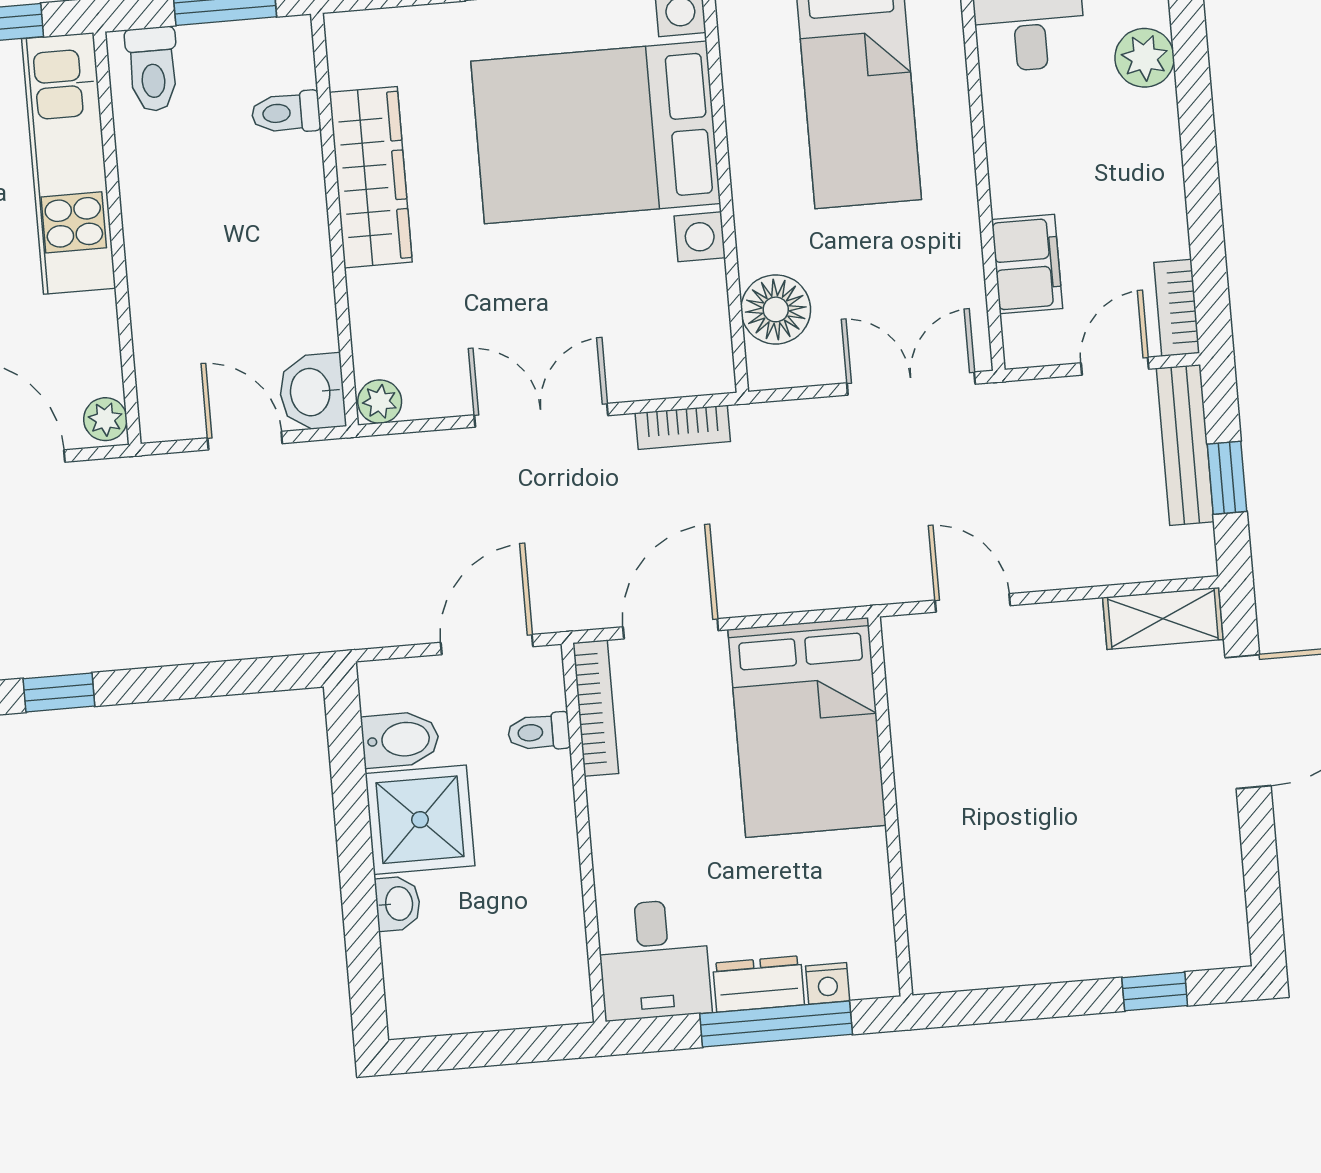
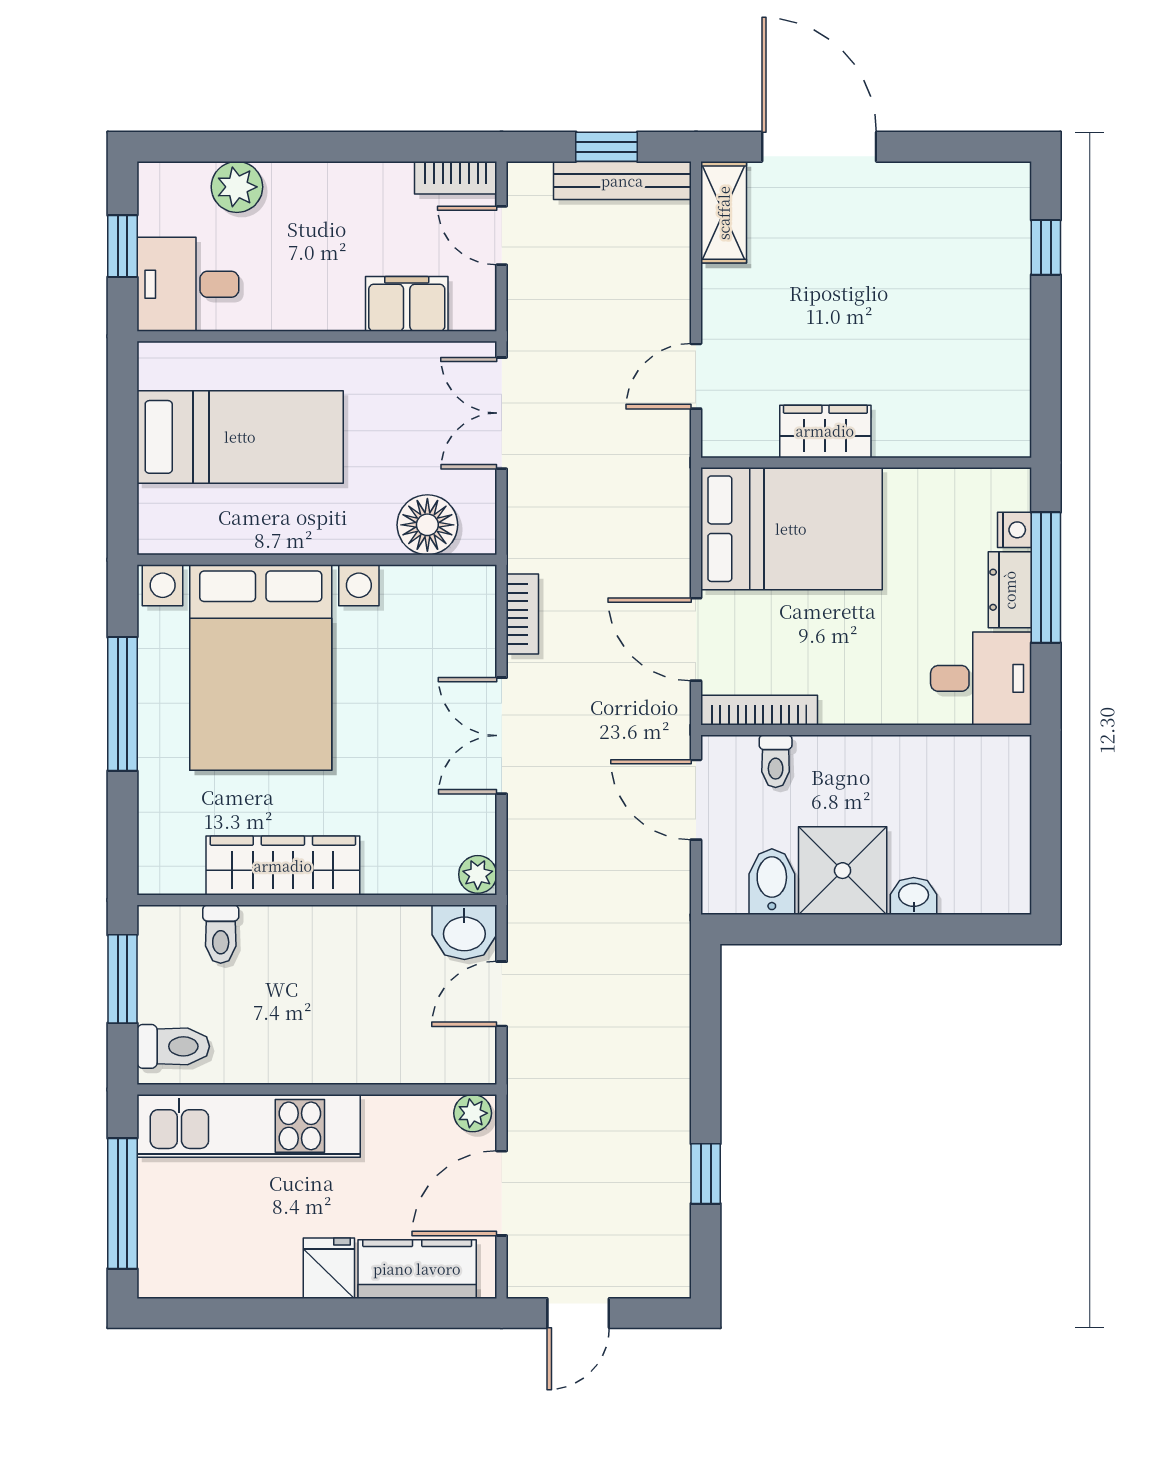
bench: (1185, 445) -> (622, 181), moved
wardrobe: (922, 757) -> (825, 431), added

